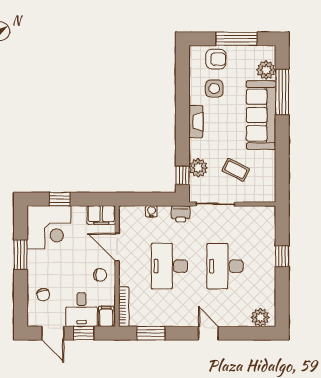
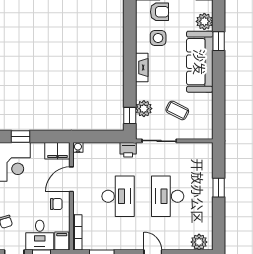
window: (282, 92) -> (219, 41), width x0.46
water cooler: (151, 211) -> (78, 147), moved
door: (117, 247) -> (71, 179), hinge flipped
desk: (169, 266) -> (118, 196), turned 180

